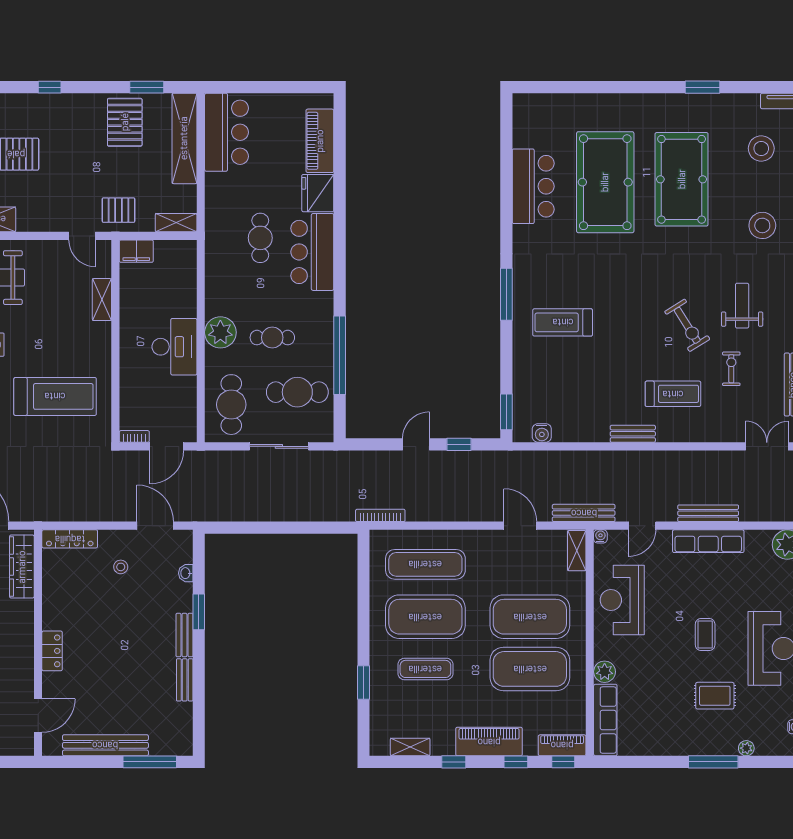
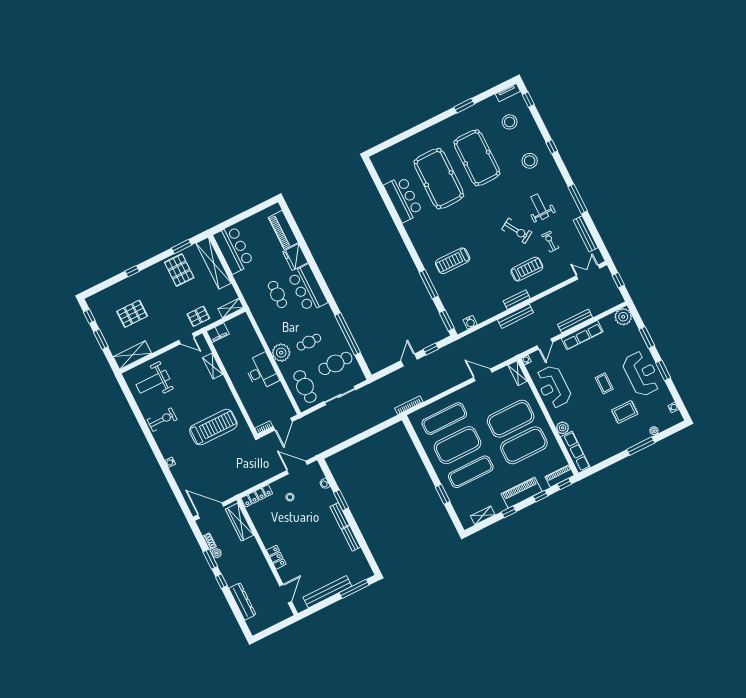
window: (506, 294) -> (429, 284), moved
bench: (584, 513) -> (515, 316), moved
exercise mat: (425, 669) -> (471, 472), width x1.36, depth x1.45

